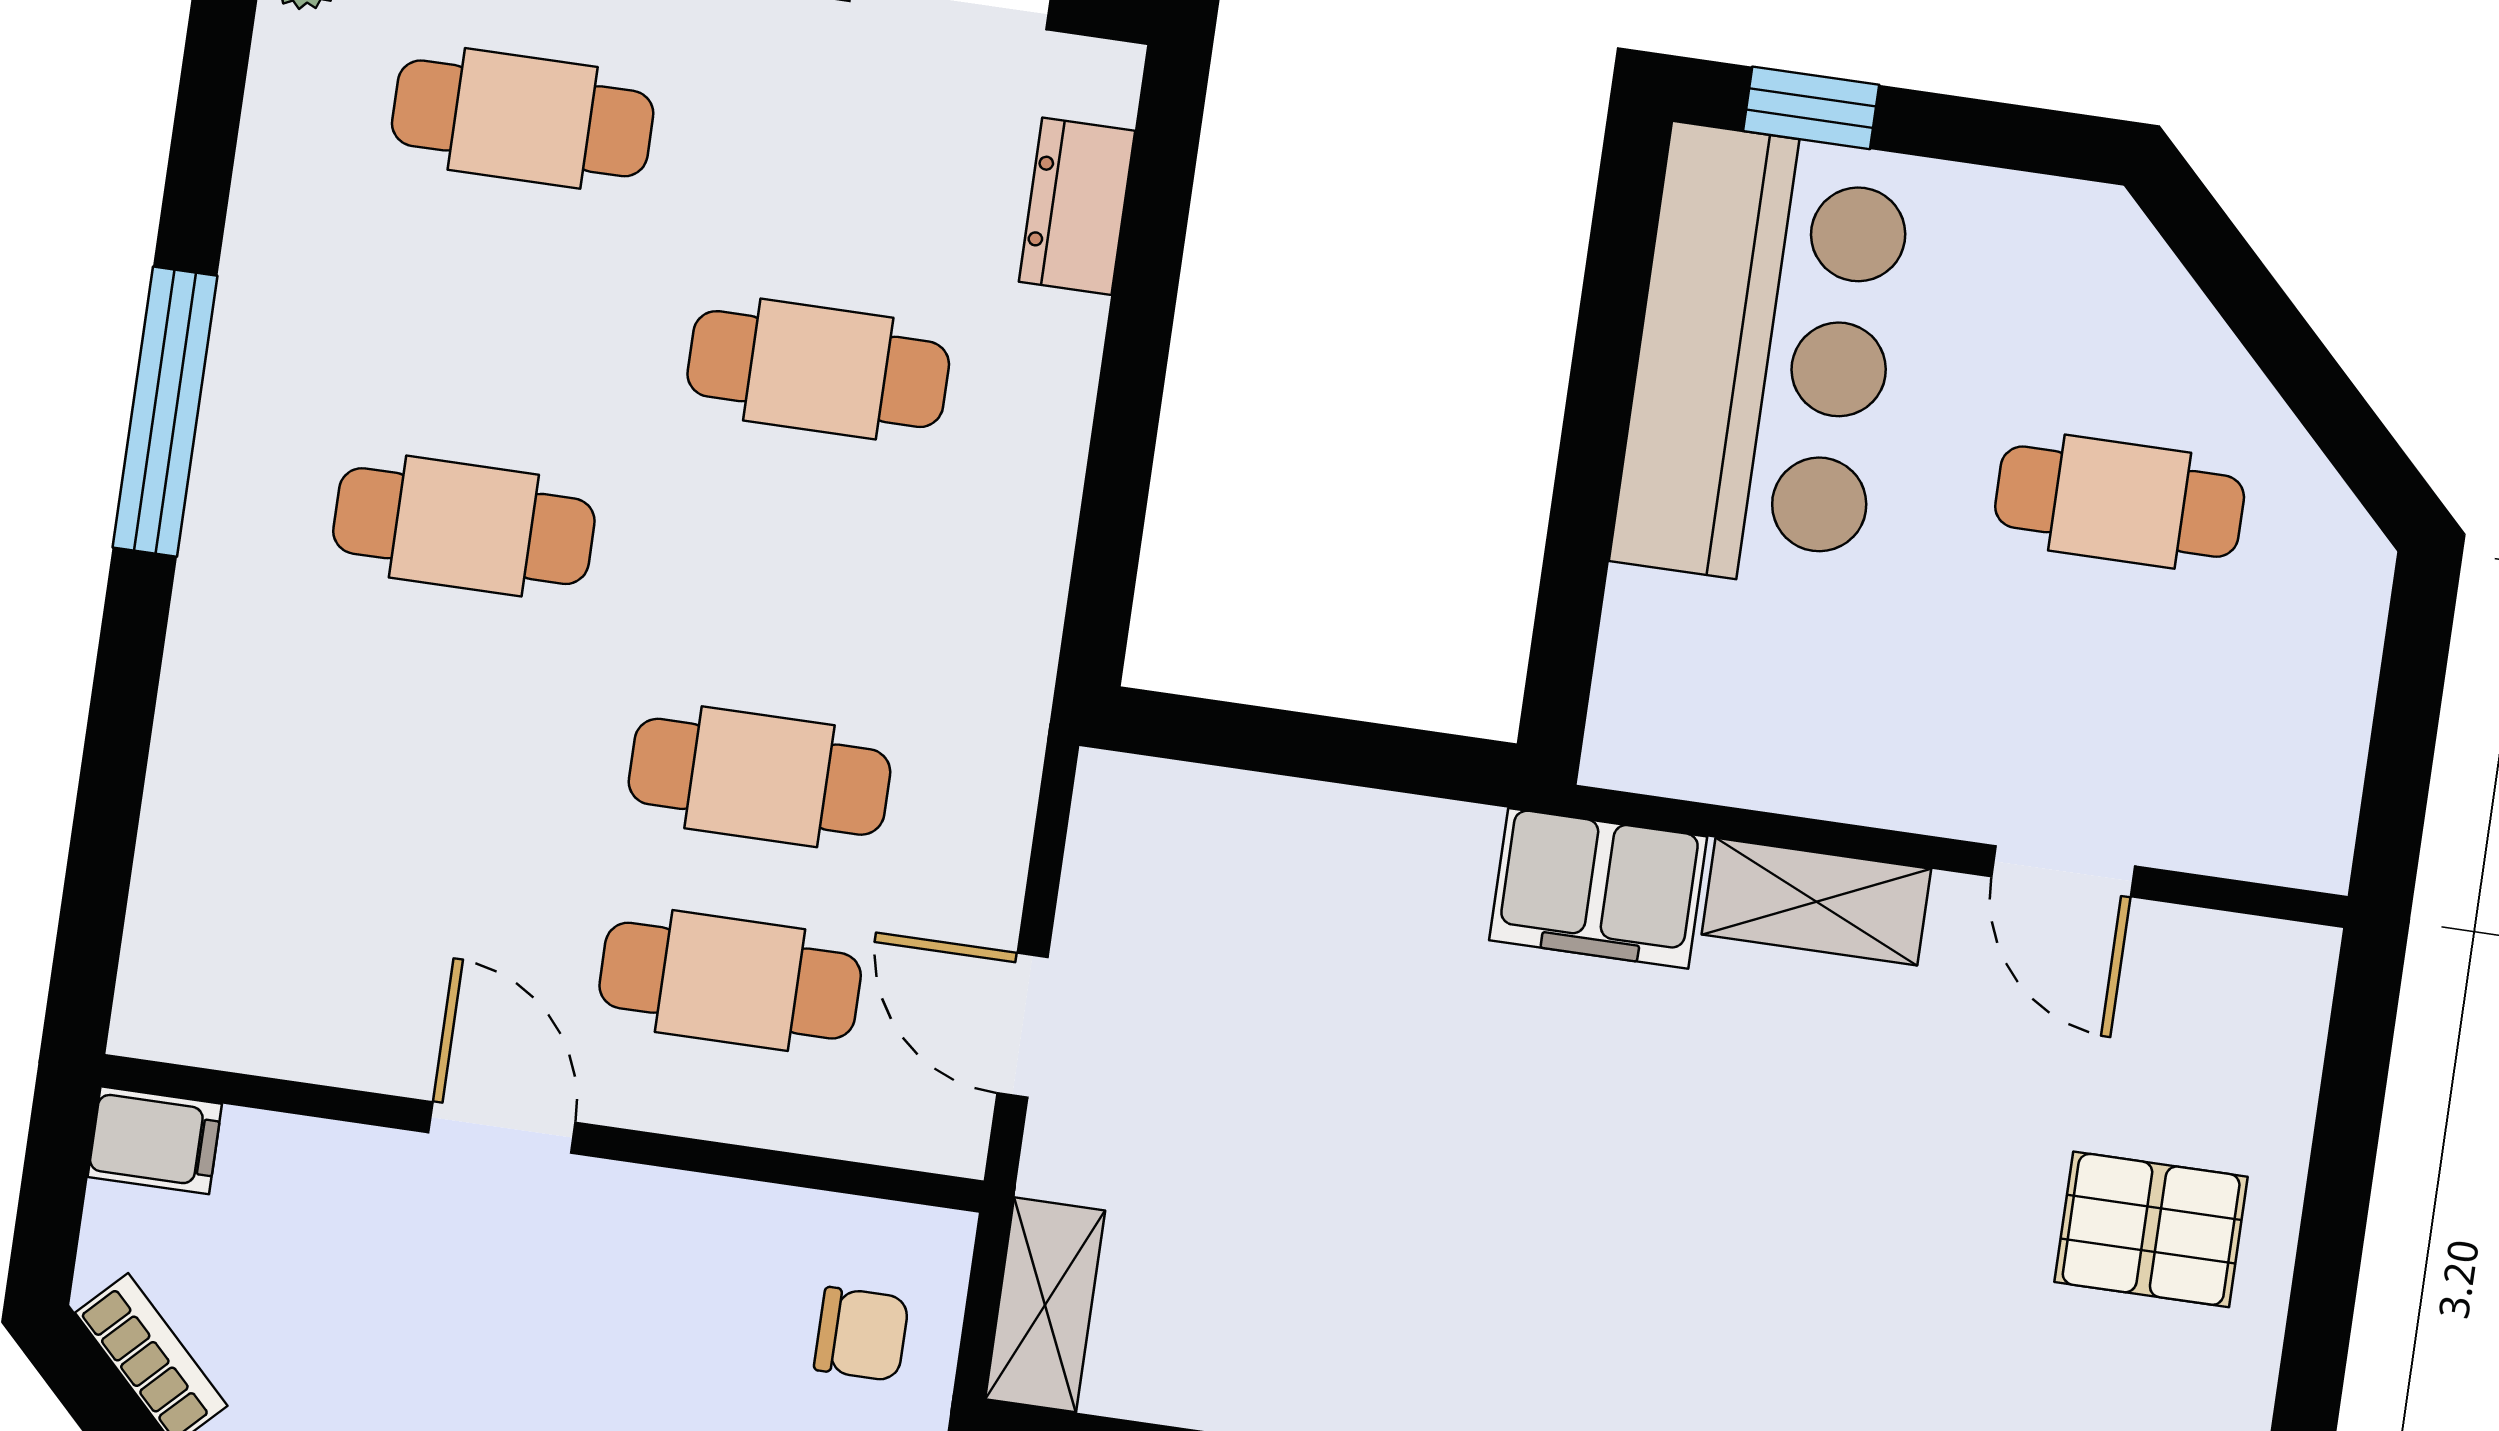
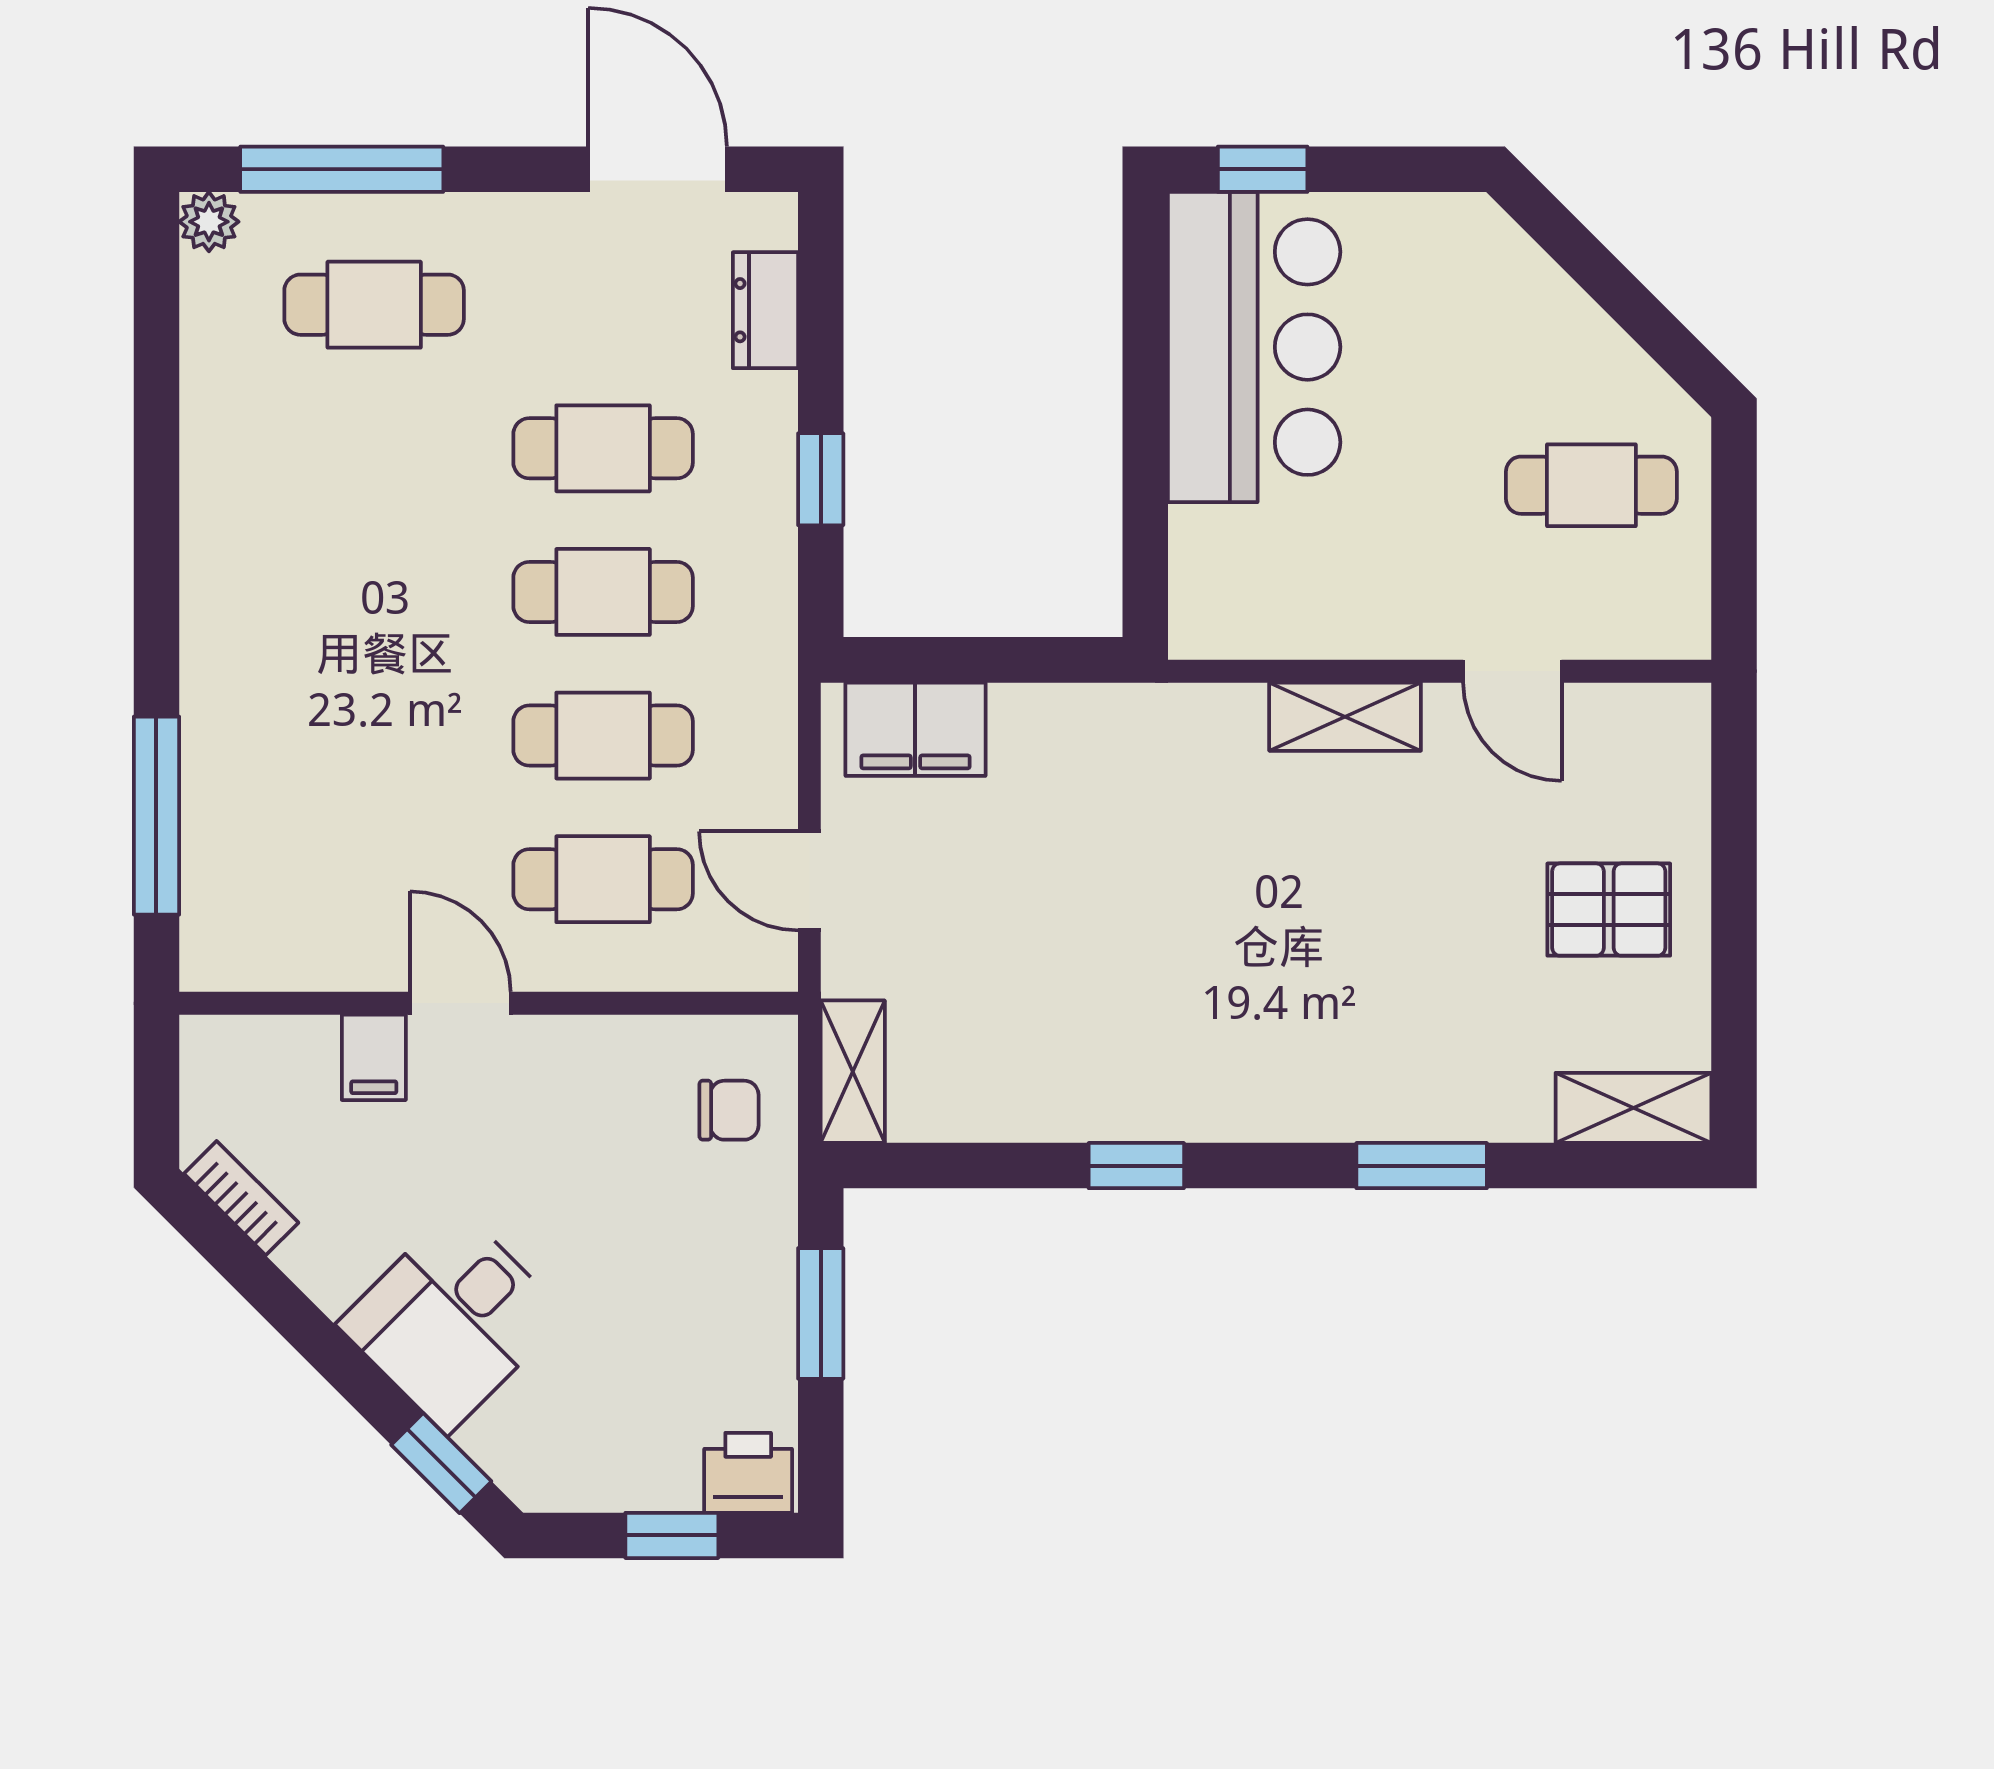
window: (165, 412) -> (156, 816), moved
window: (1121, 457) -> (821, 479), added
cafe table: (2120, 502) -> (1591, 485), moved
cafe table: (464, 526) -> (603, 592), moved
filing cabinet: (1598, 888) -> (915, 729), moved
filing cabinet: (155, 1140) -> (374, 1057), moved, turned 90

